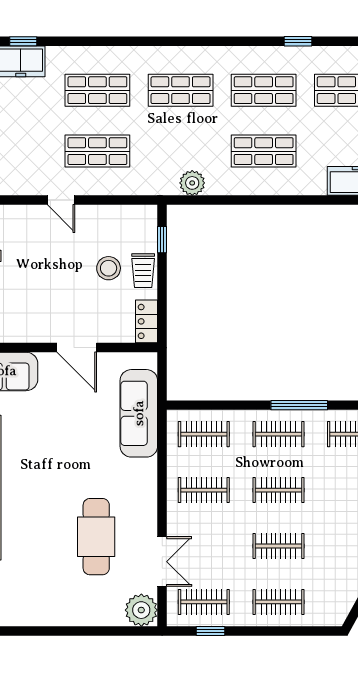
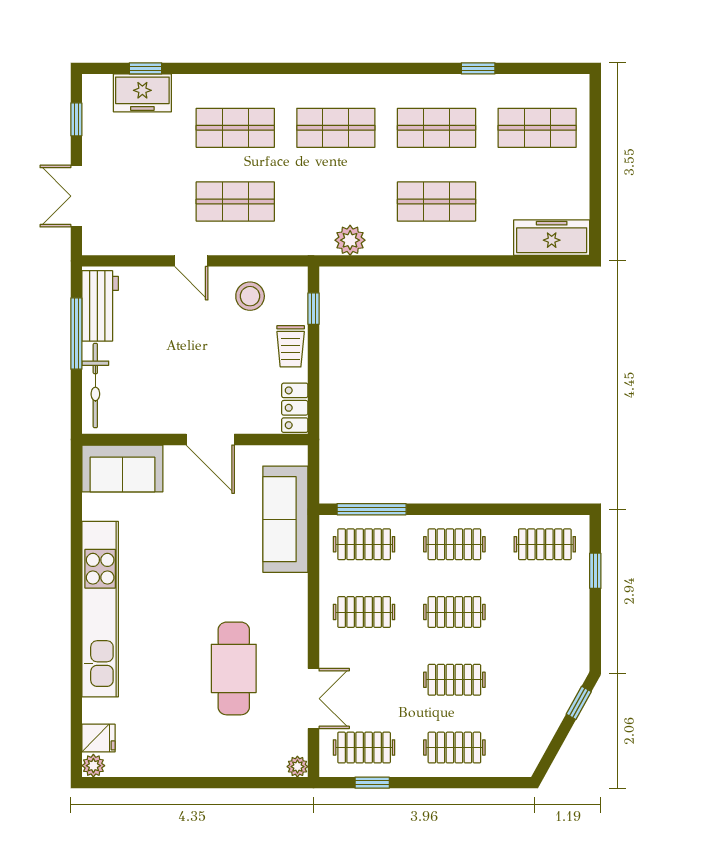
stool: (109, 268) -> (250, 296), moved
window: (299, 405) -> (372, 509), moved
plant: (141, 610) -> (297, 767), width x0.53, depth x0.53

